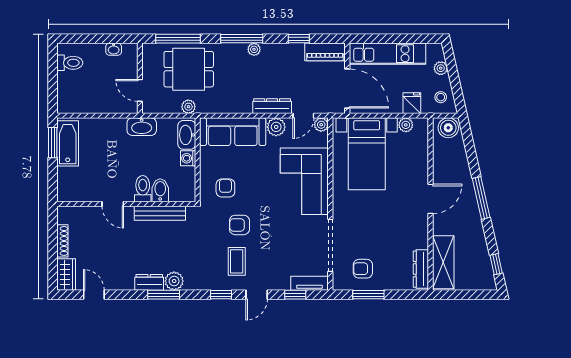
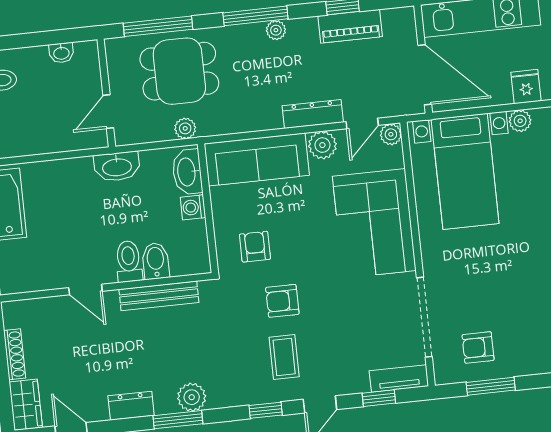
piano: (325, 52) -> (350, 26), moved
door: (140, 90) -> (108, 112), hinge flipped
dresser: (149, 282) -> (131, 406), moved

